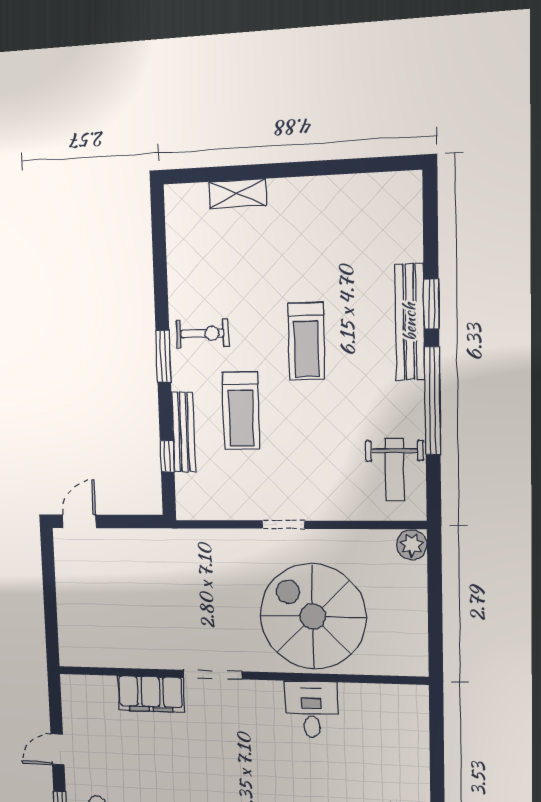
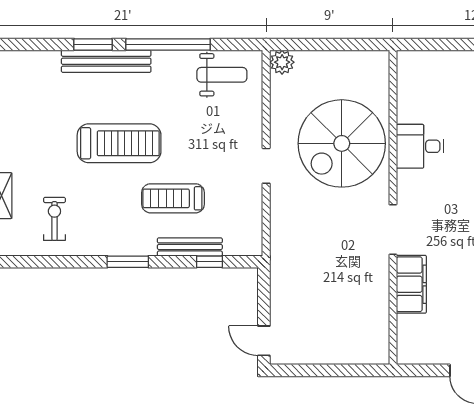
exercise bike: (202, 333) -> (54, 219), moved
treadmill: (306, 341) -> (119, 143), width x1.37, depth x1.38
treadmill: (241, 411) -> (173, 198), turned 180

